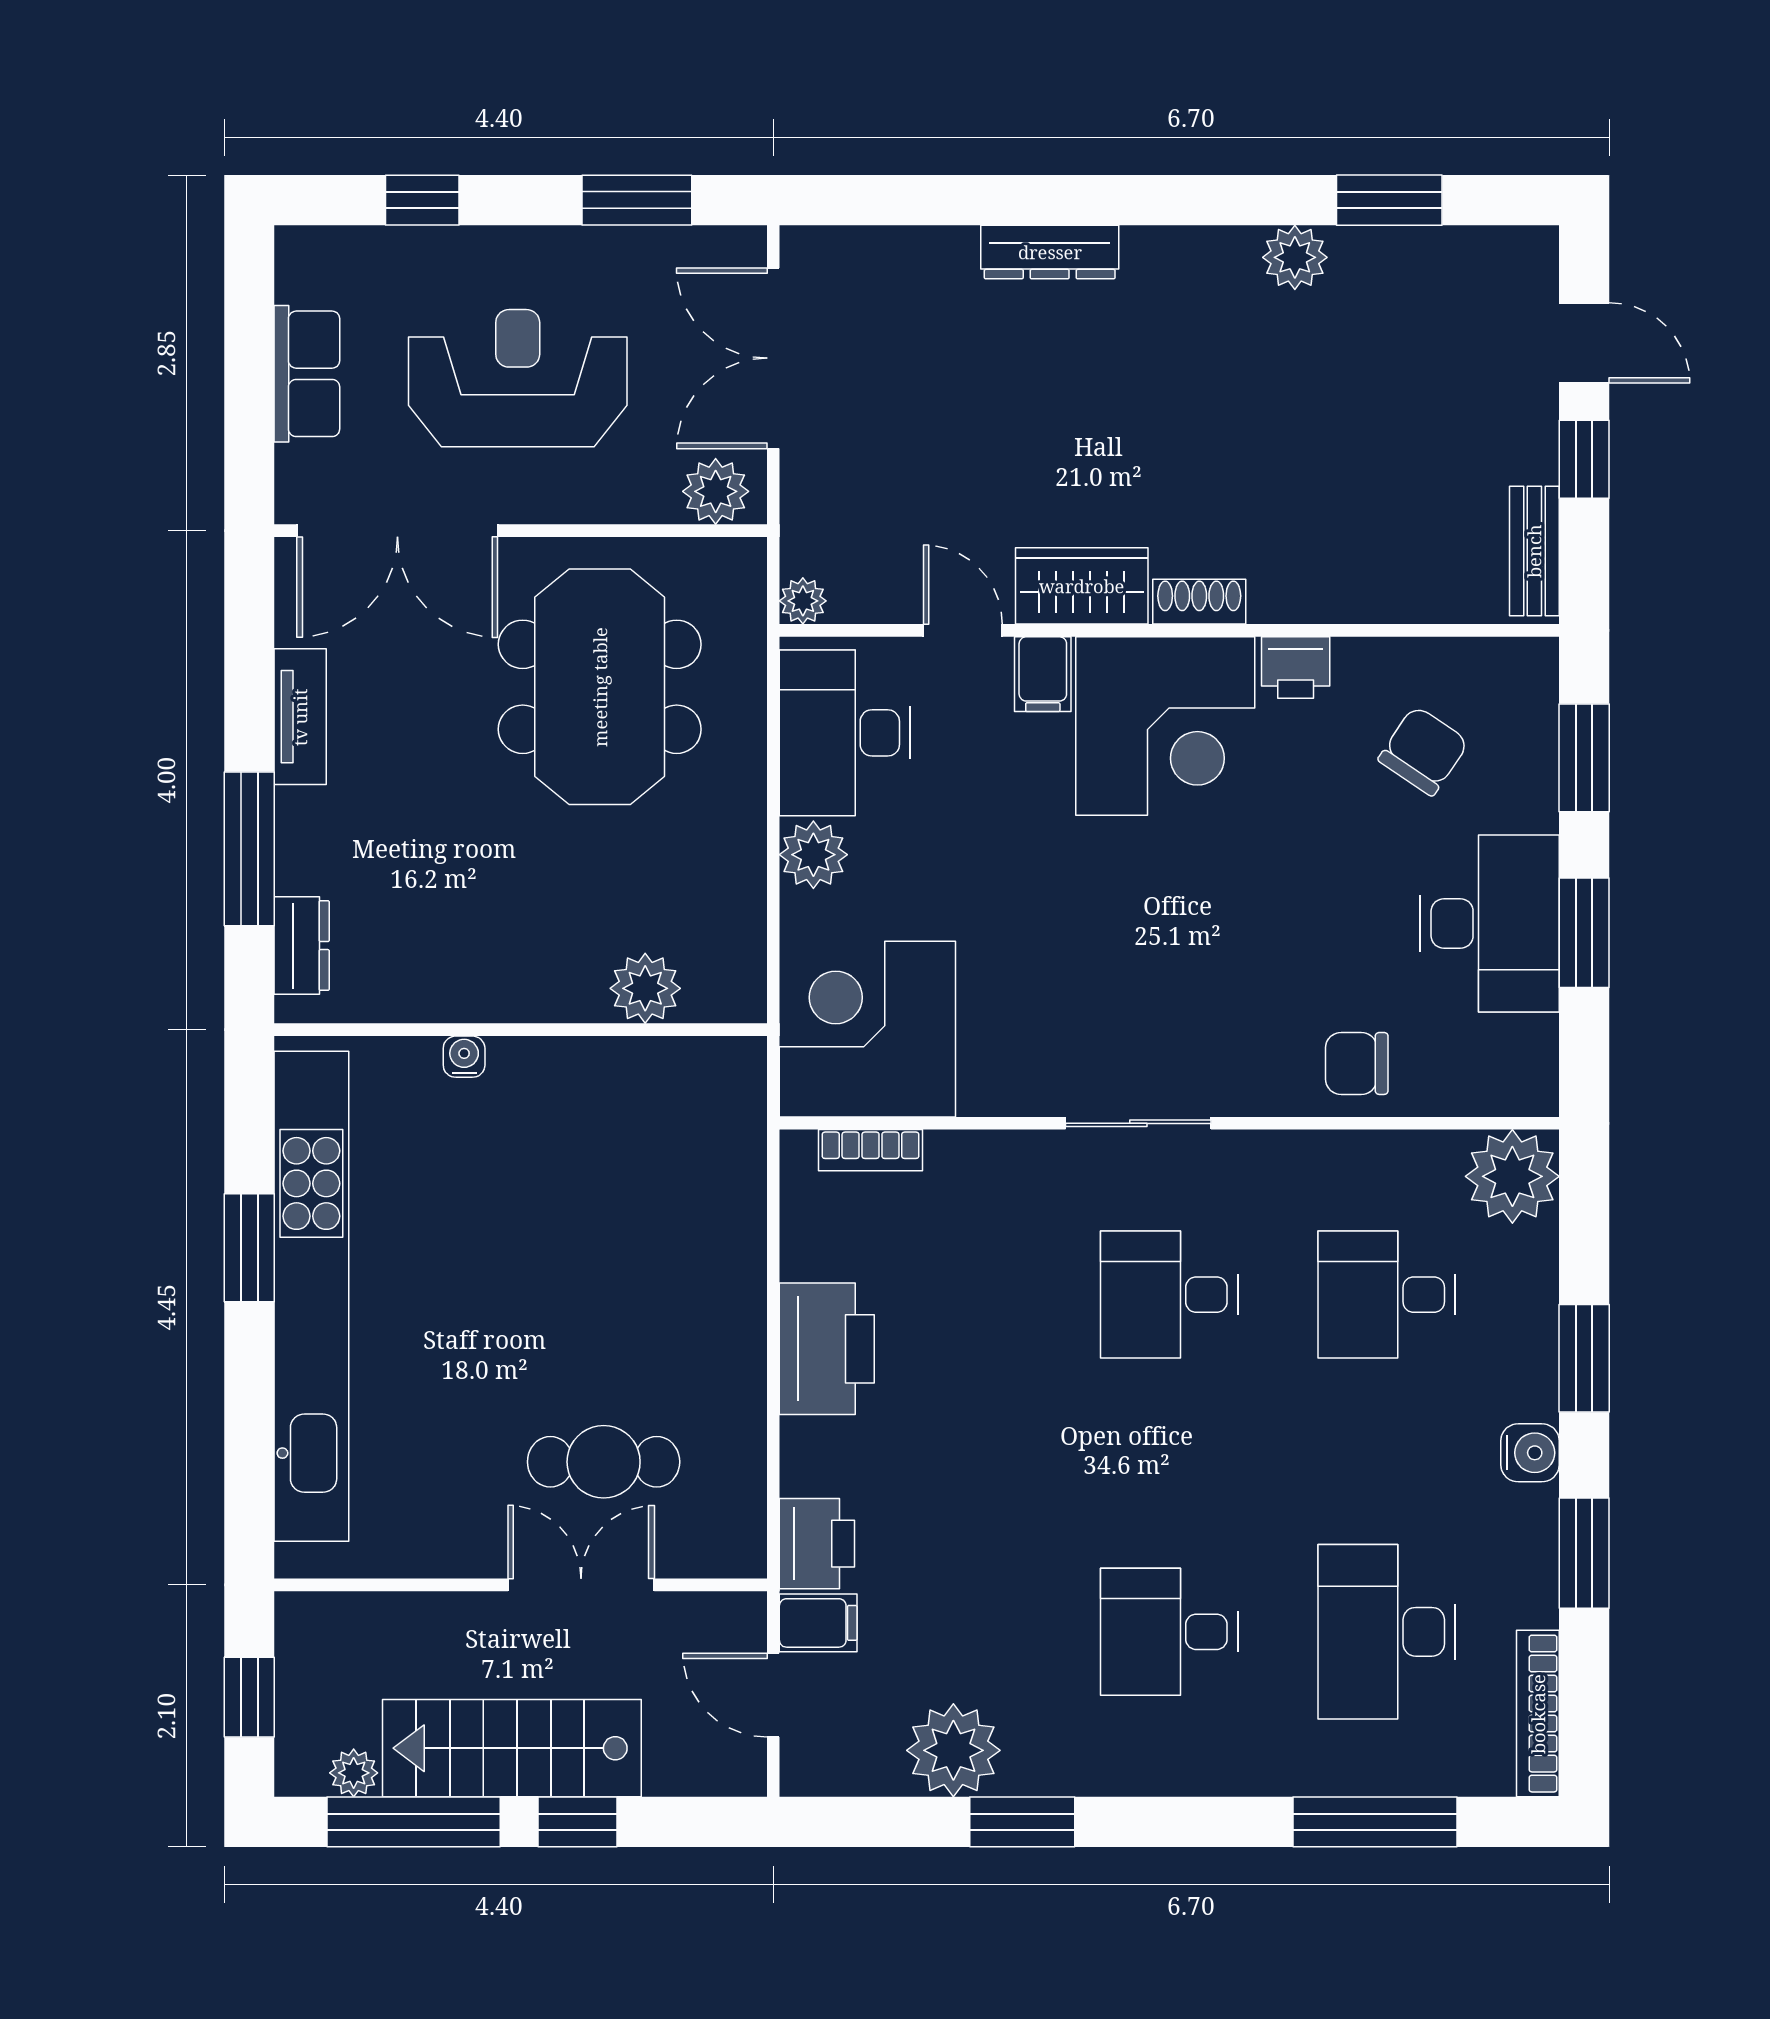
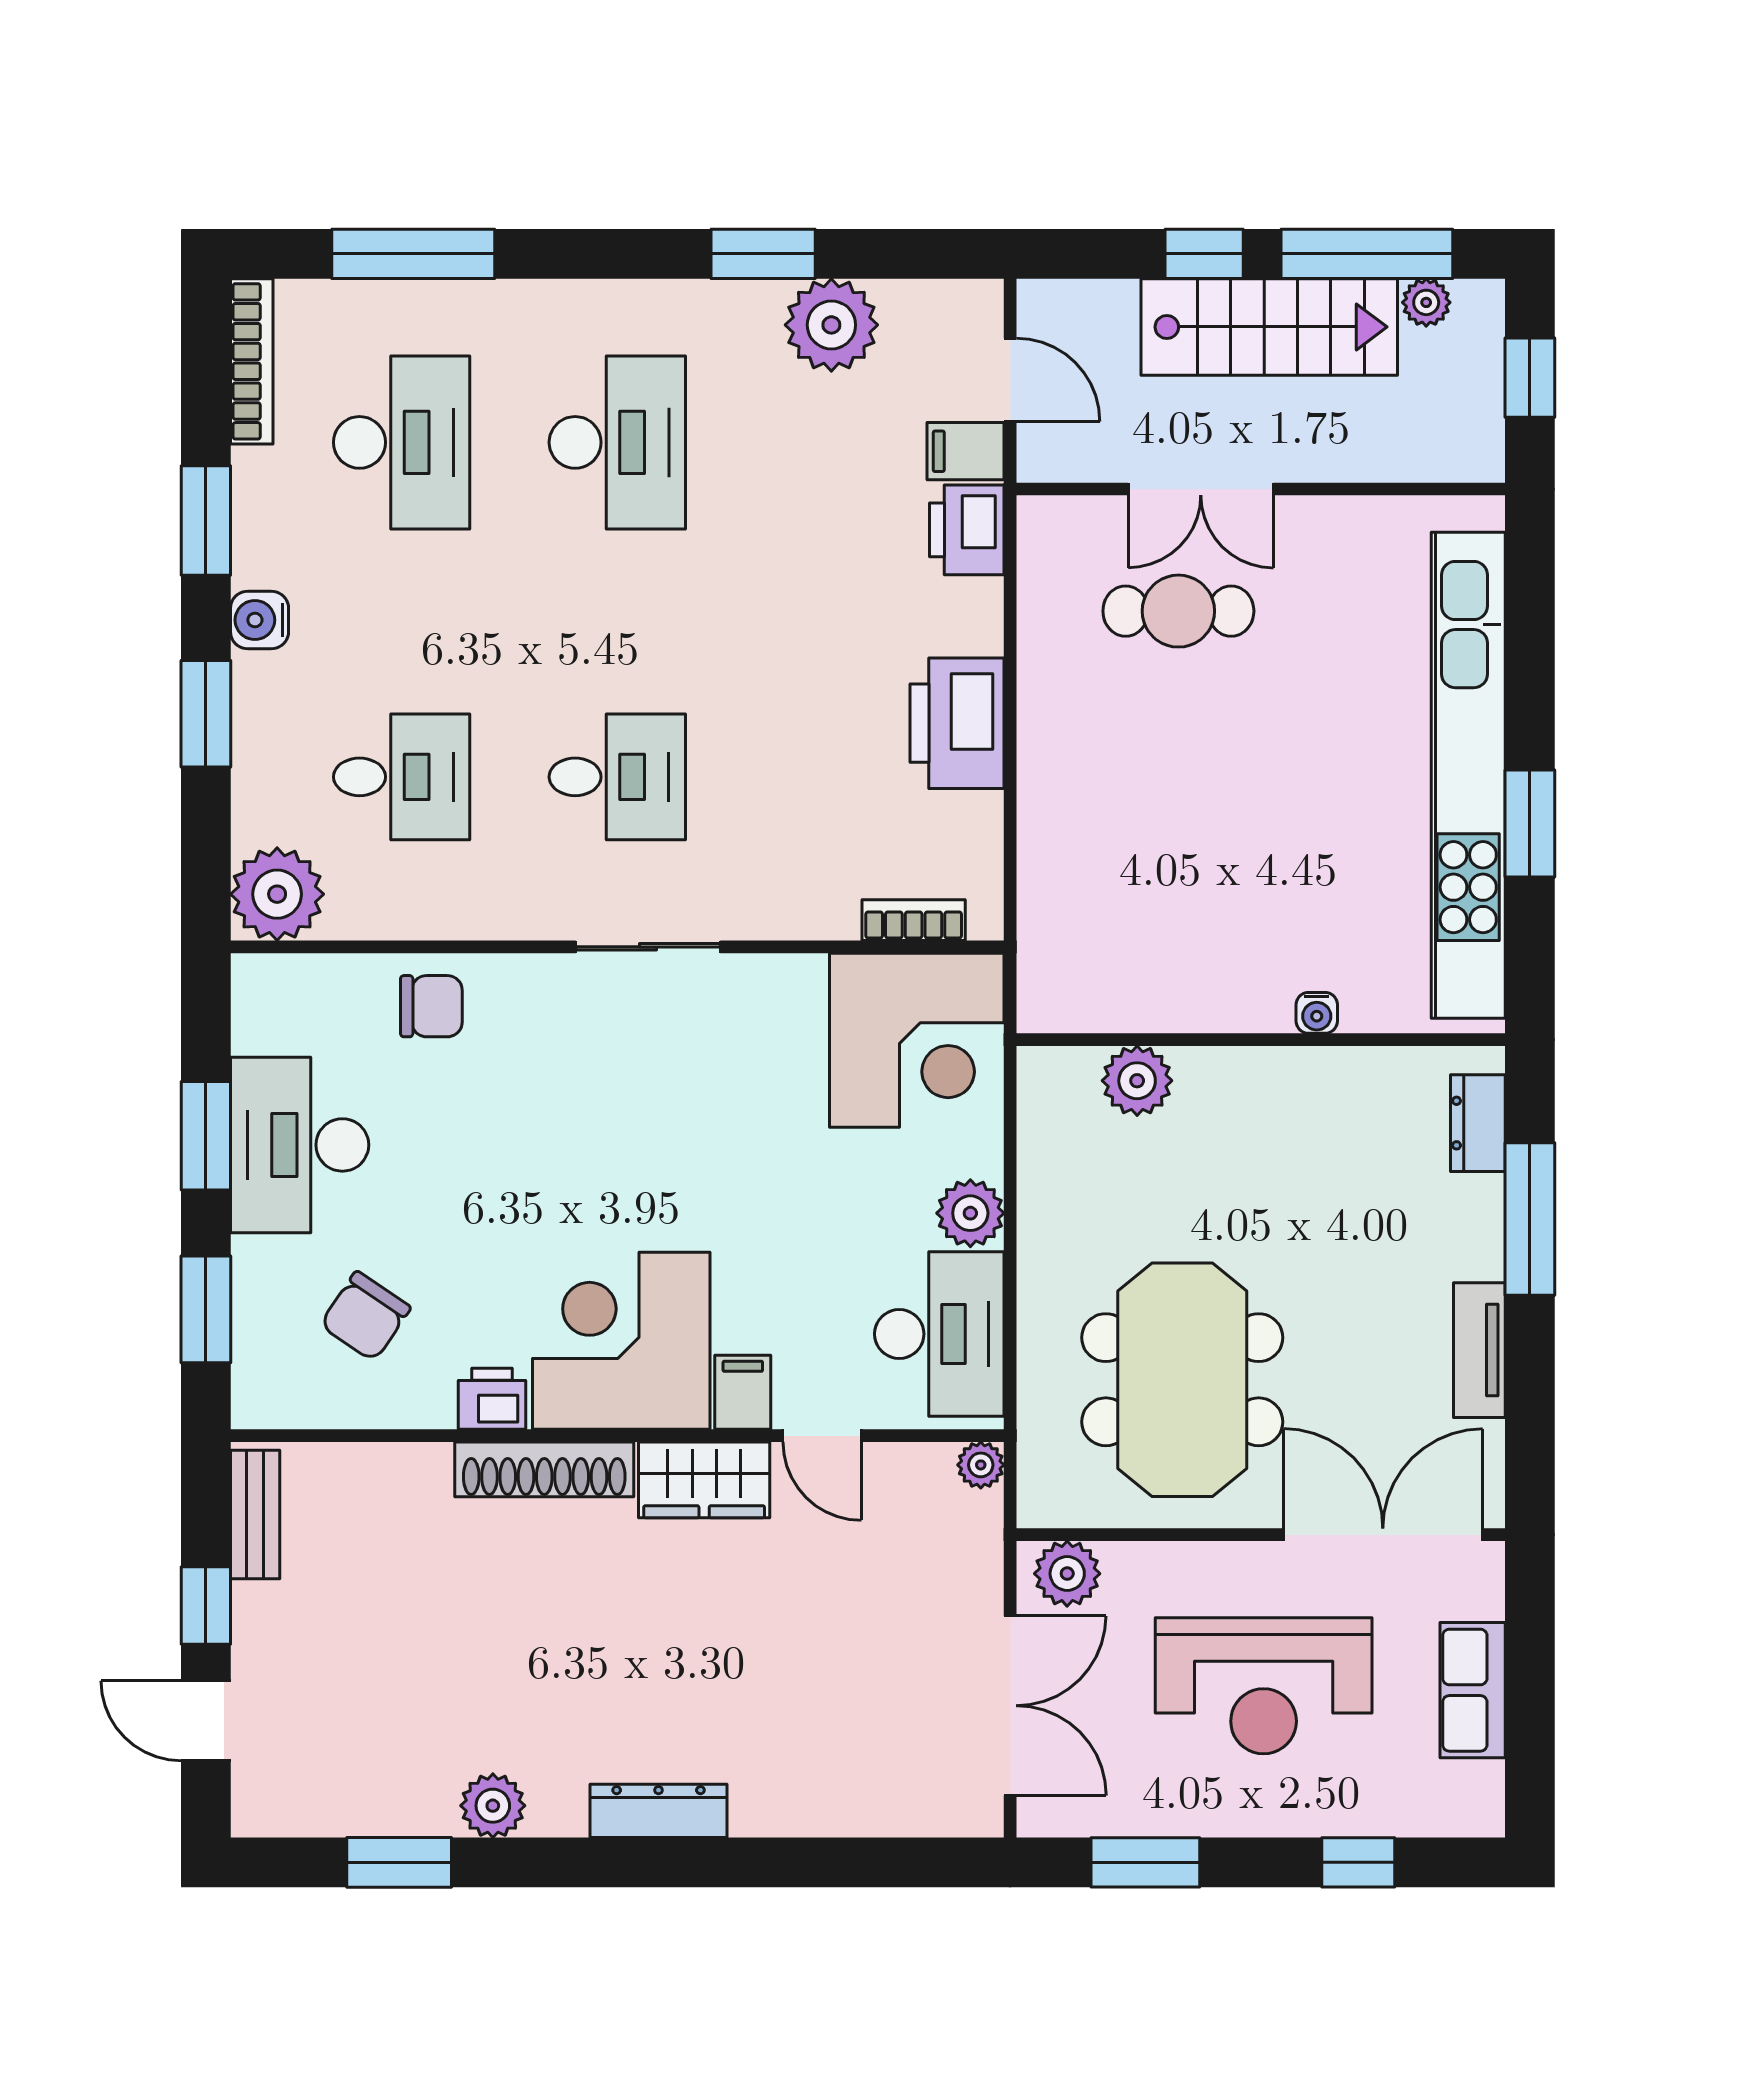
dresser: (1050, 252) -> (659, 1811), moved
shoe rack: (1199, 602) -> (544, 1469), width x1.94, depth x1.24
desk: (1169, 1632) -> (617, 442), width x1.37

